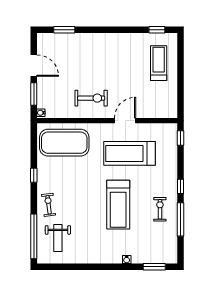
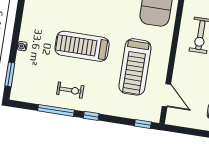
door: (125, 121) -> (166, 95), moved
treadmill: (130, 153) -> (135, 67), turned 180

